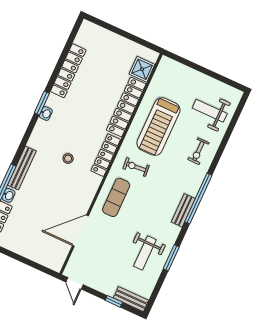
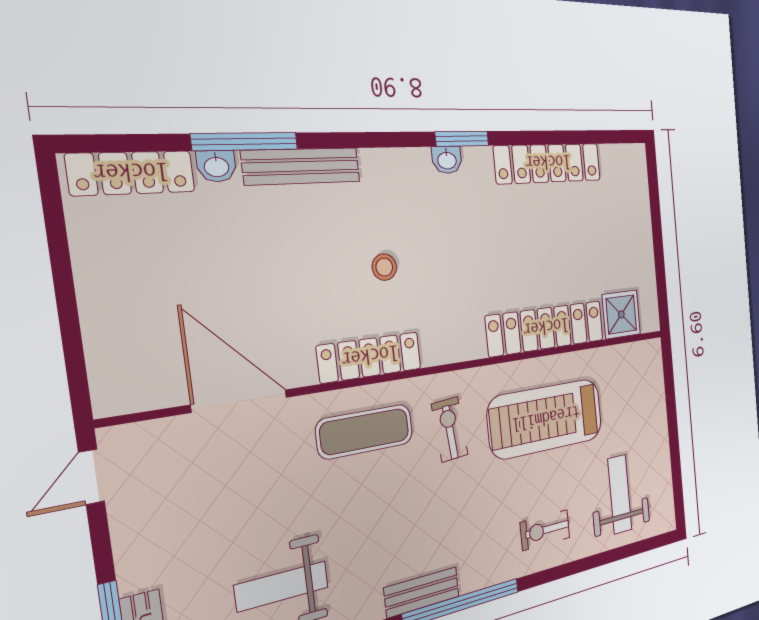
locker: (106, 155) -> (370, 357), moved

